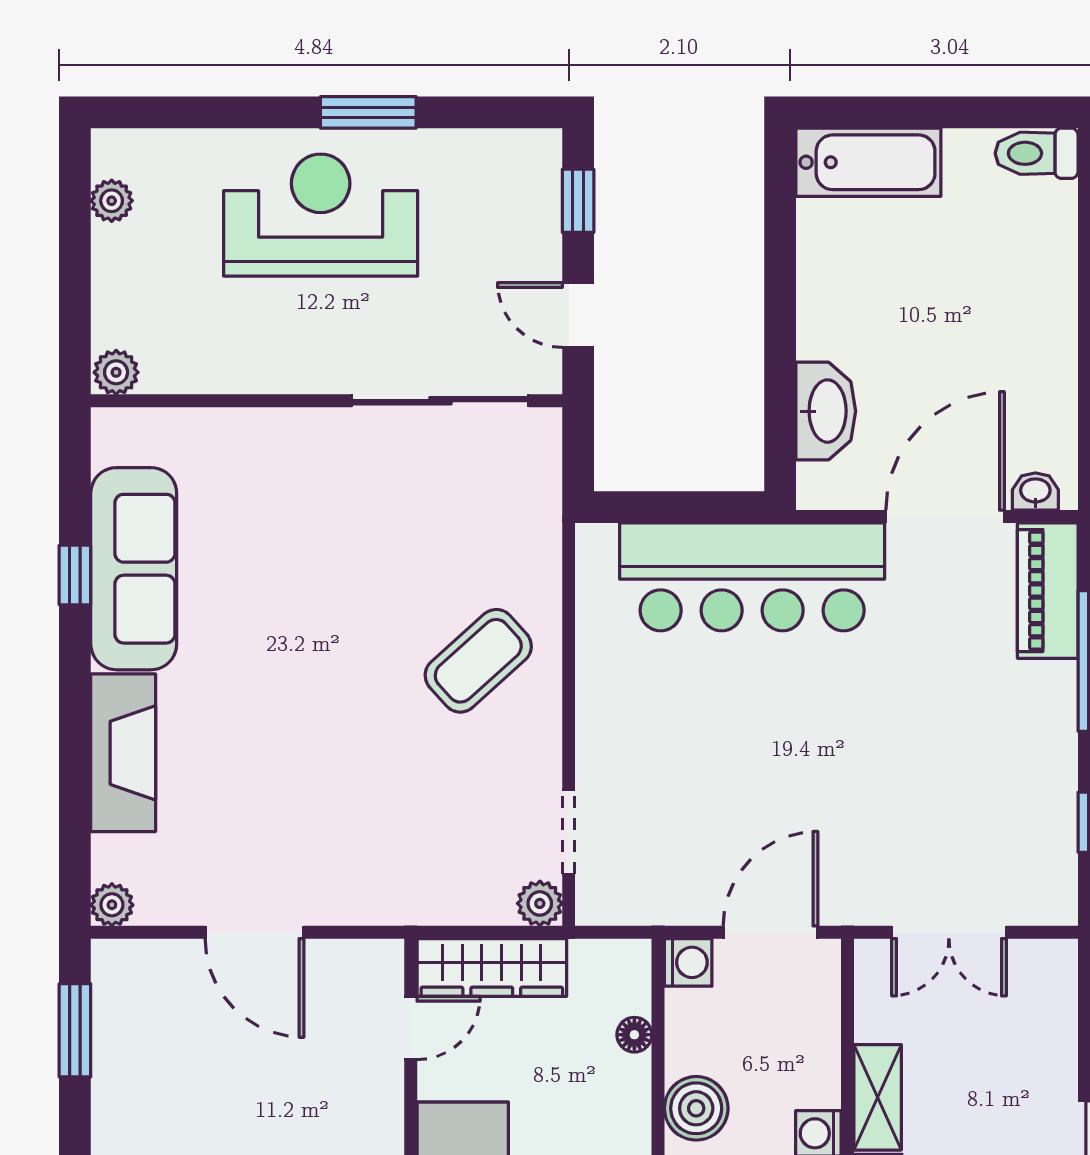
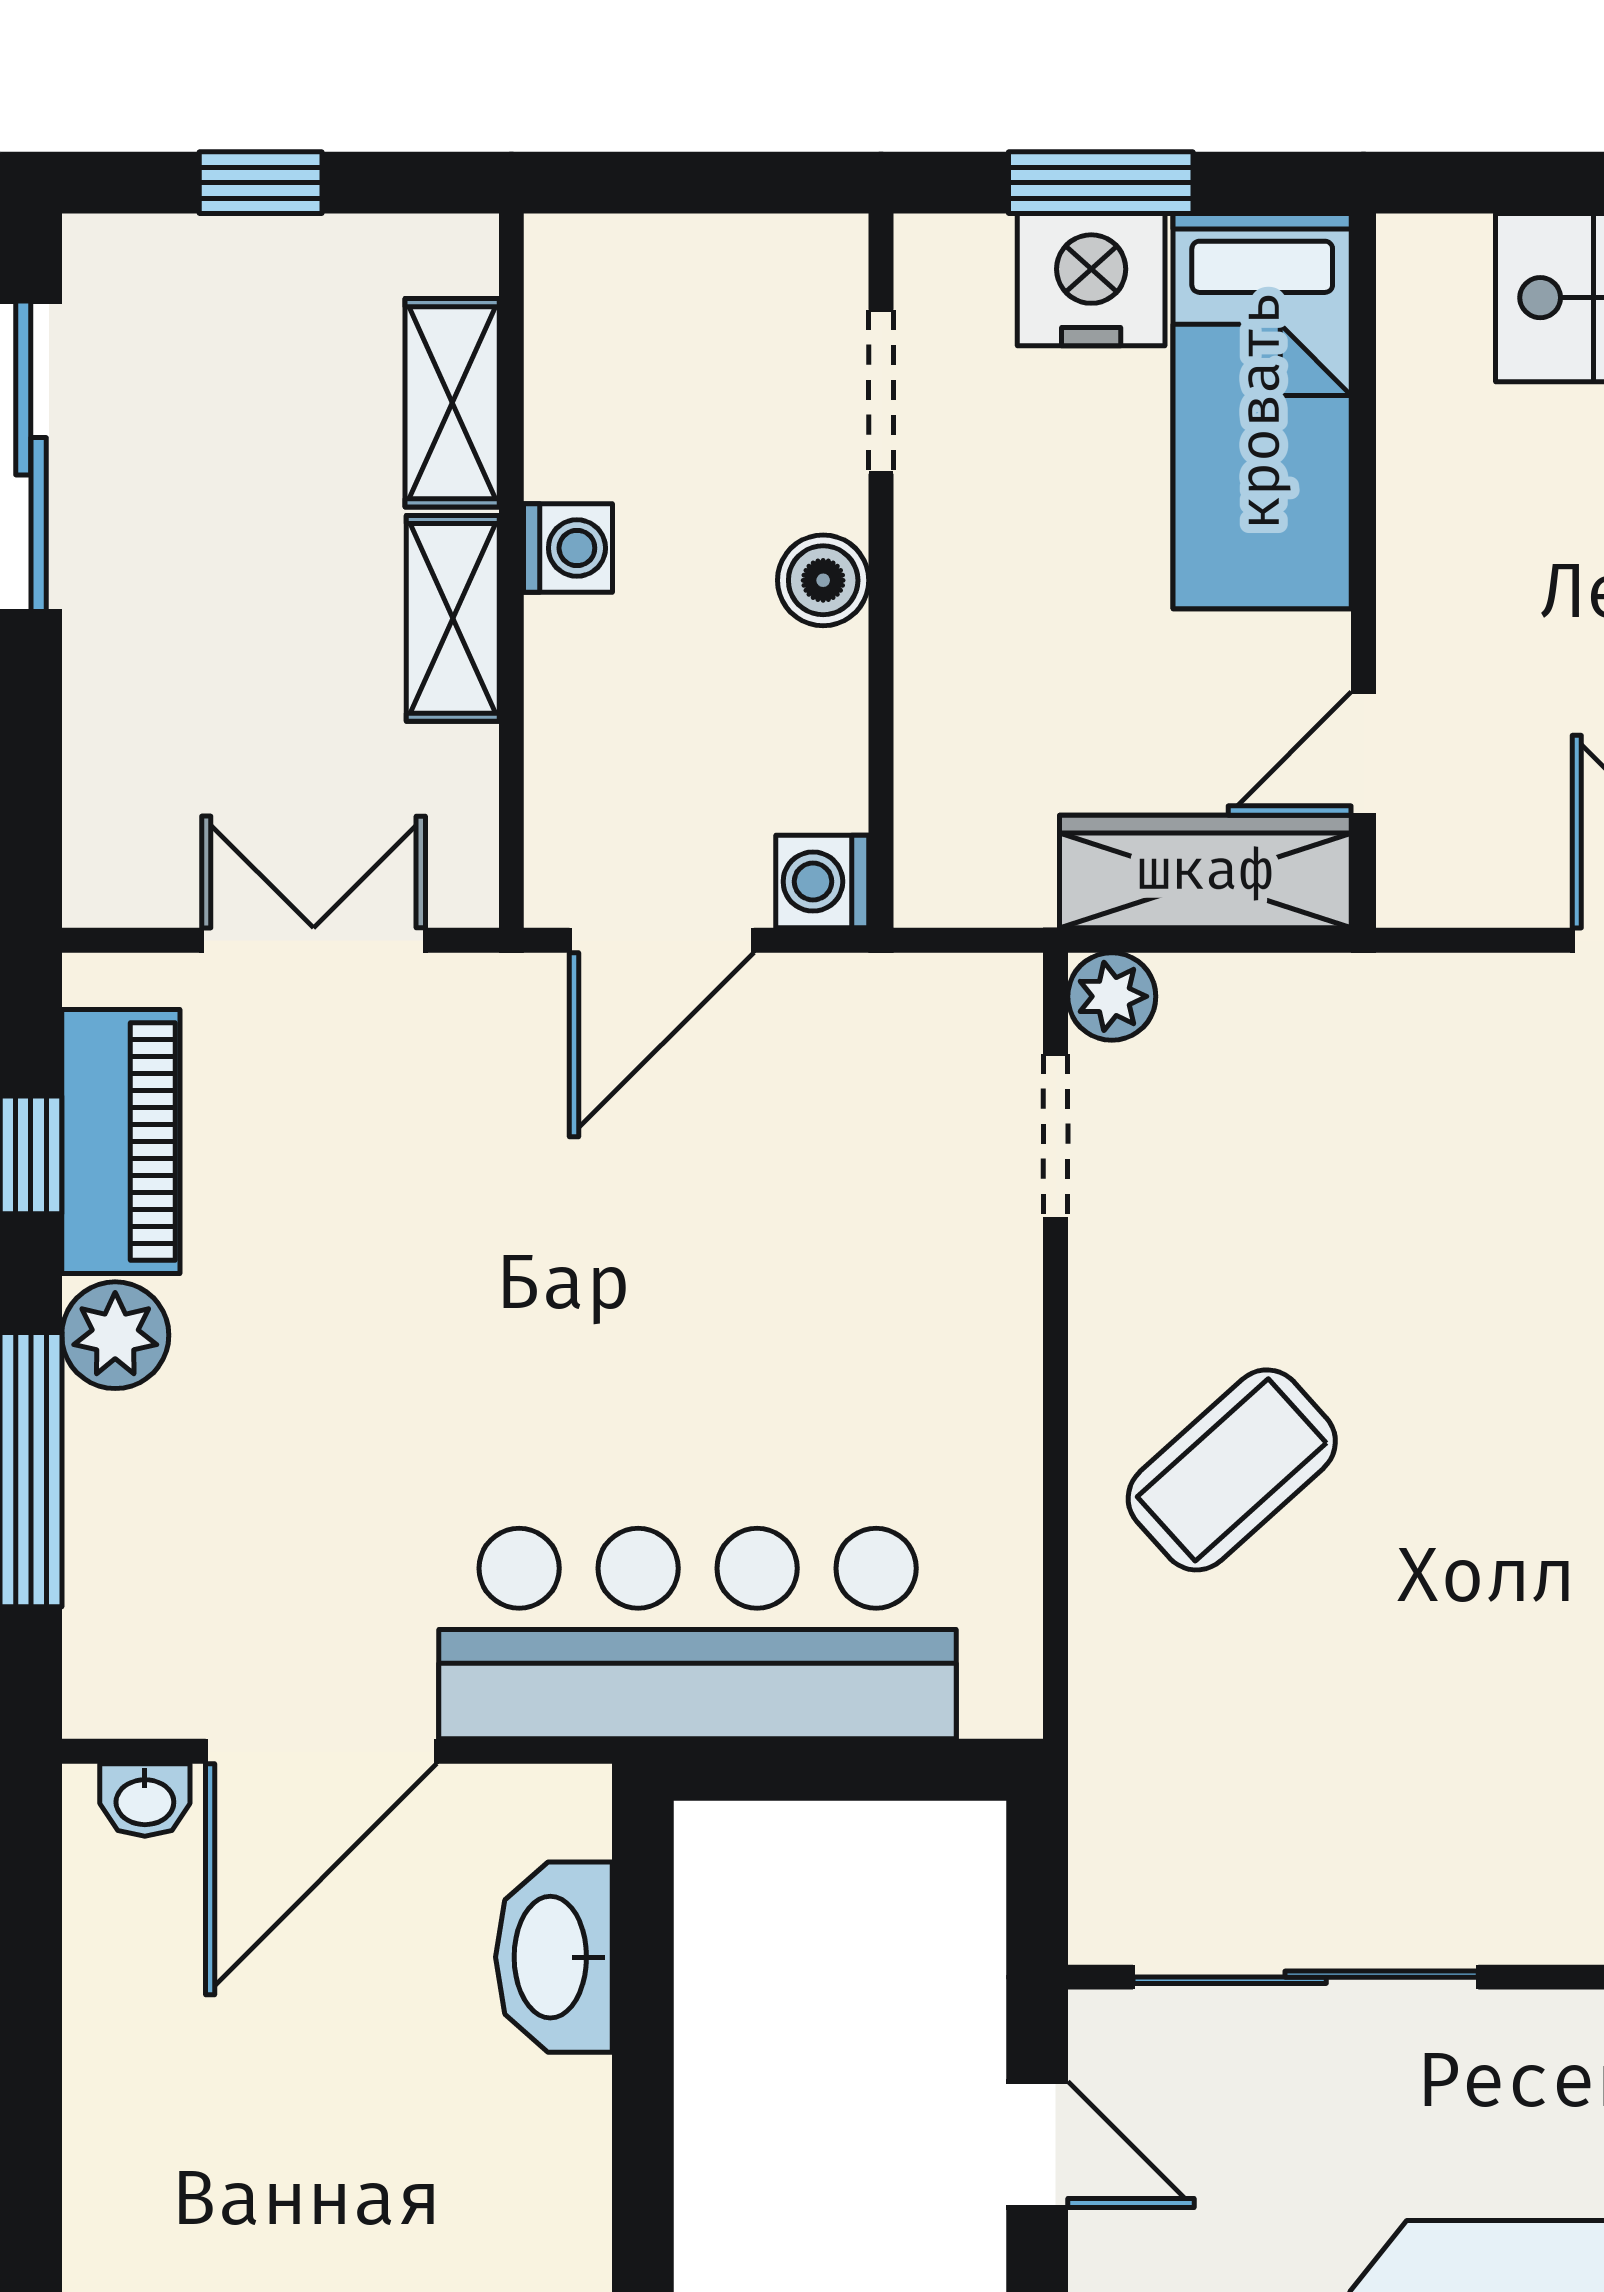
piano: (1048, 591) -> (121, 1141), moved
plant: (1051, 730) -> (115, 1335), added
floor lamp: (634, 1035) -> (927, 740), removed
boiler: (696, 1108) -> (823, 580), width x0.73, depth x0.73

